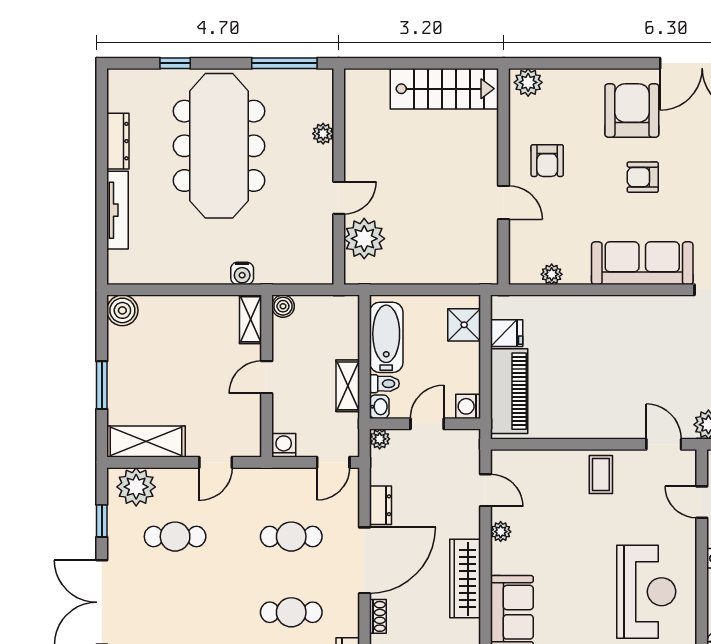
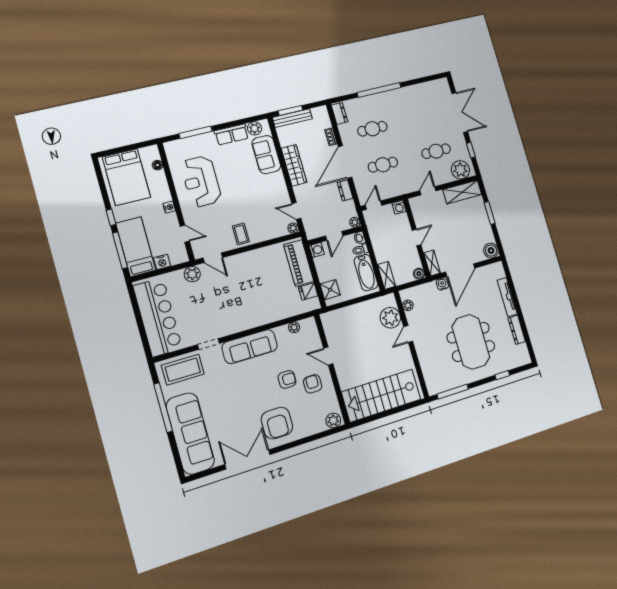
stairs: (444, 89) -> (381, 396), width x1.36, depth x1.51
plant: (323, 134) -> (408, 305), moved
meeting table: (219, 146) -> (471, 342), width x0.73
armchair: (643, 177) -> (287, 379), moved
door: (198, 290) -> (460, 270), added
shelving: (348, 386) -> (387, 275), moved
plant: (501, 532) -> (293, 228), moved

